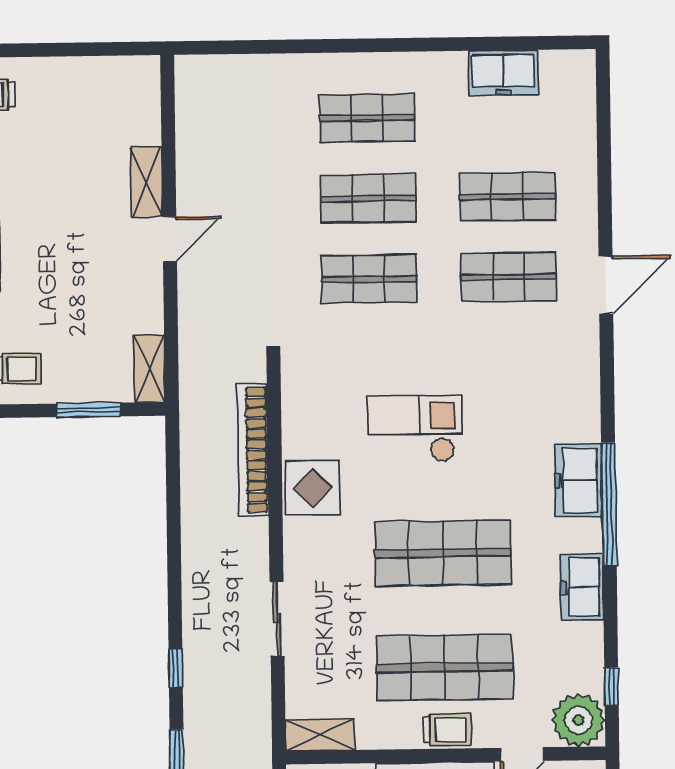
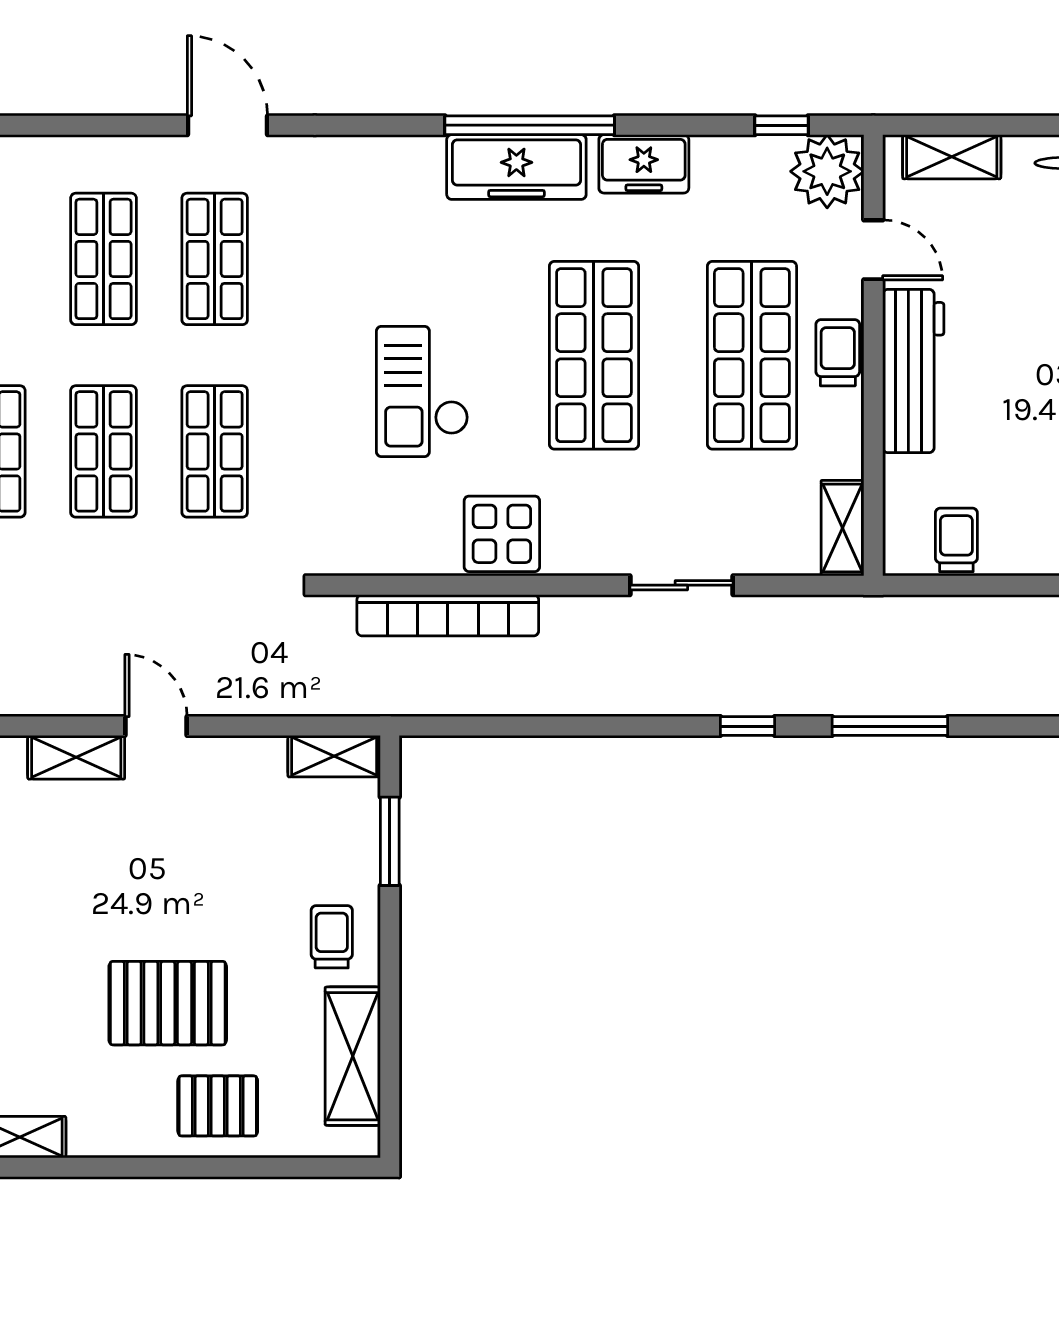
freezer: (578, 480) -> (516, 167), width x1.40

